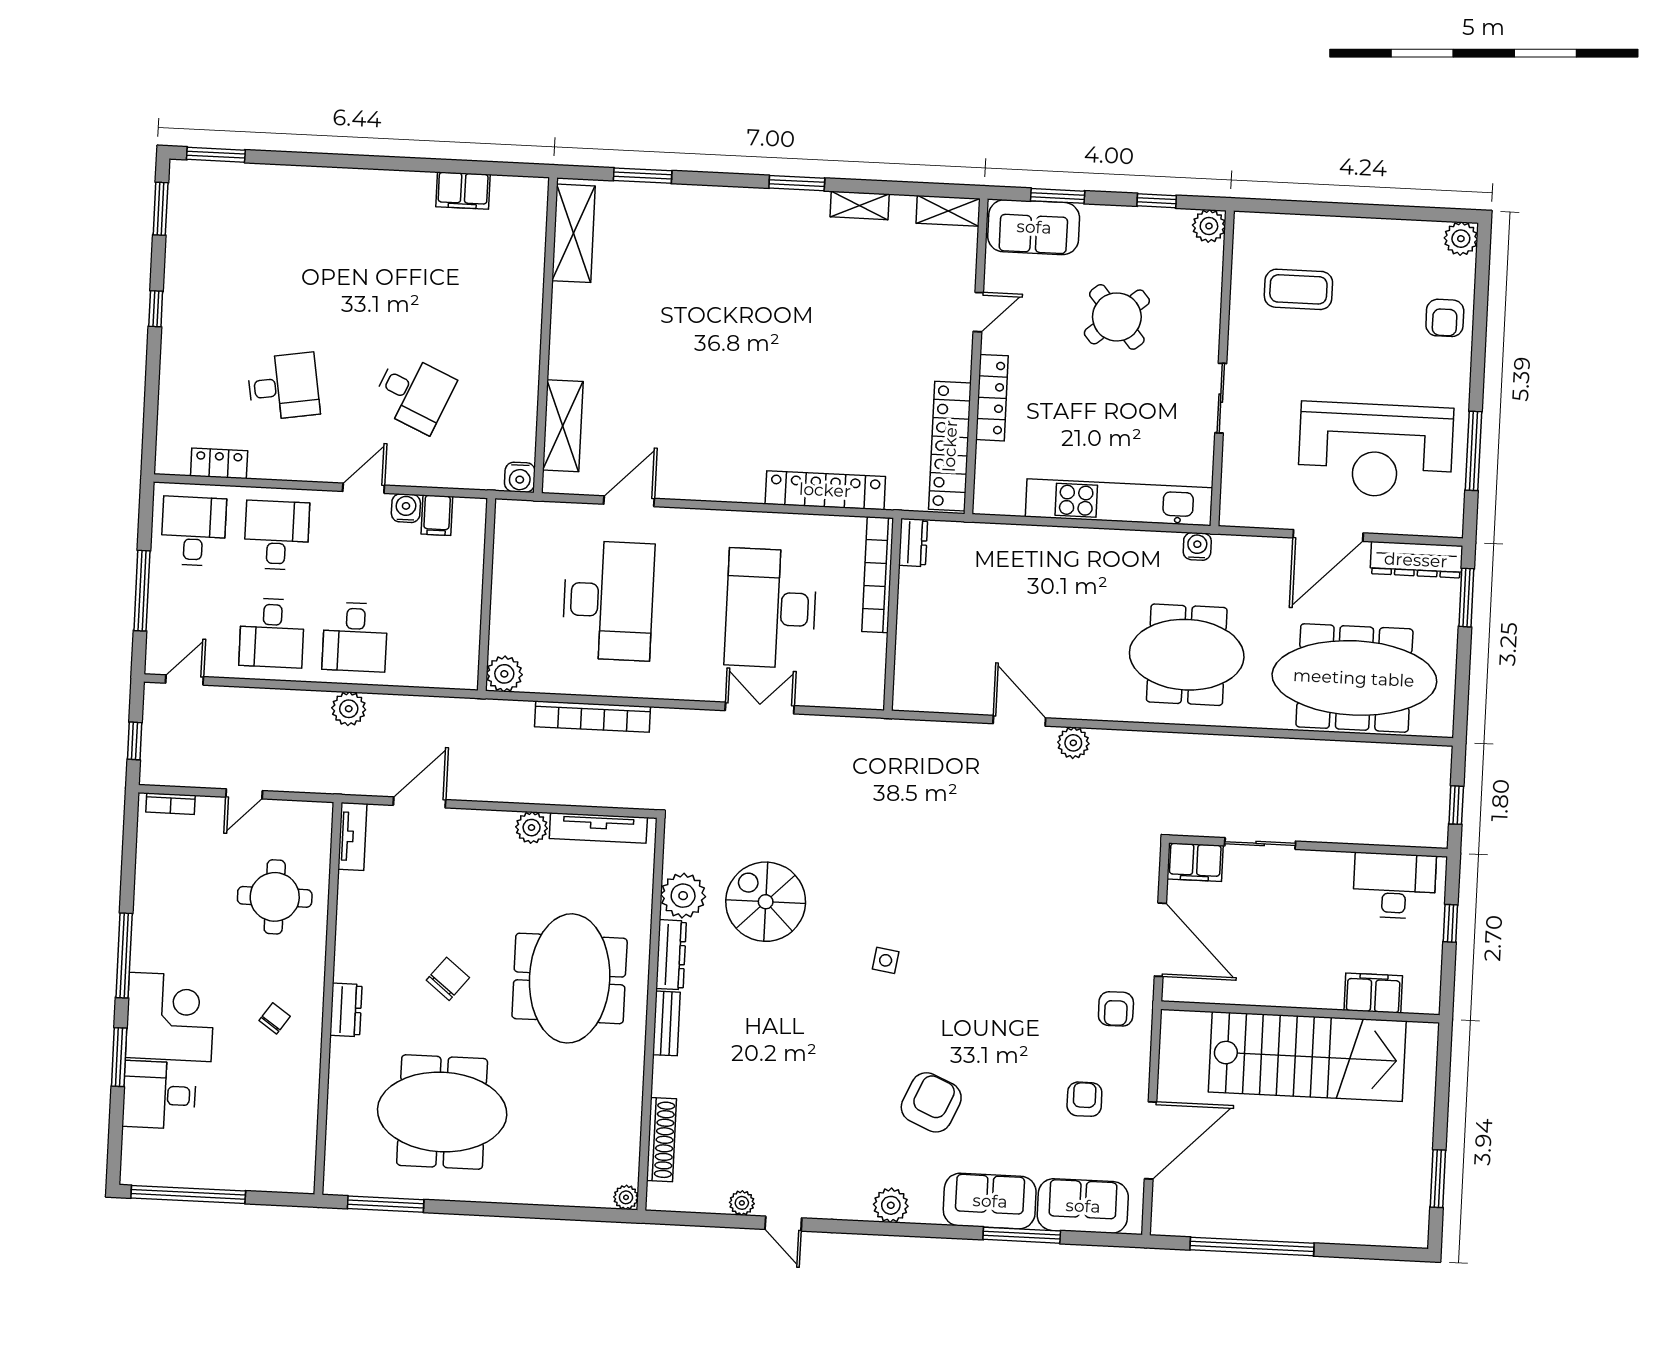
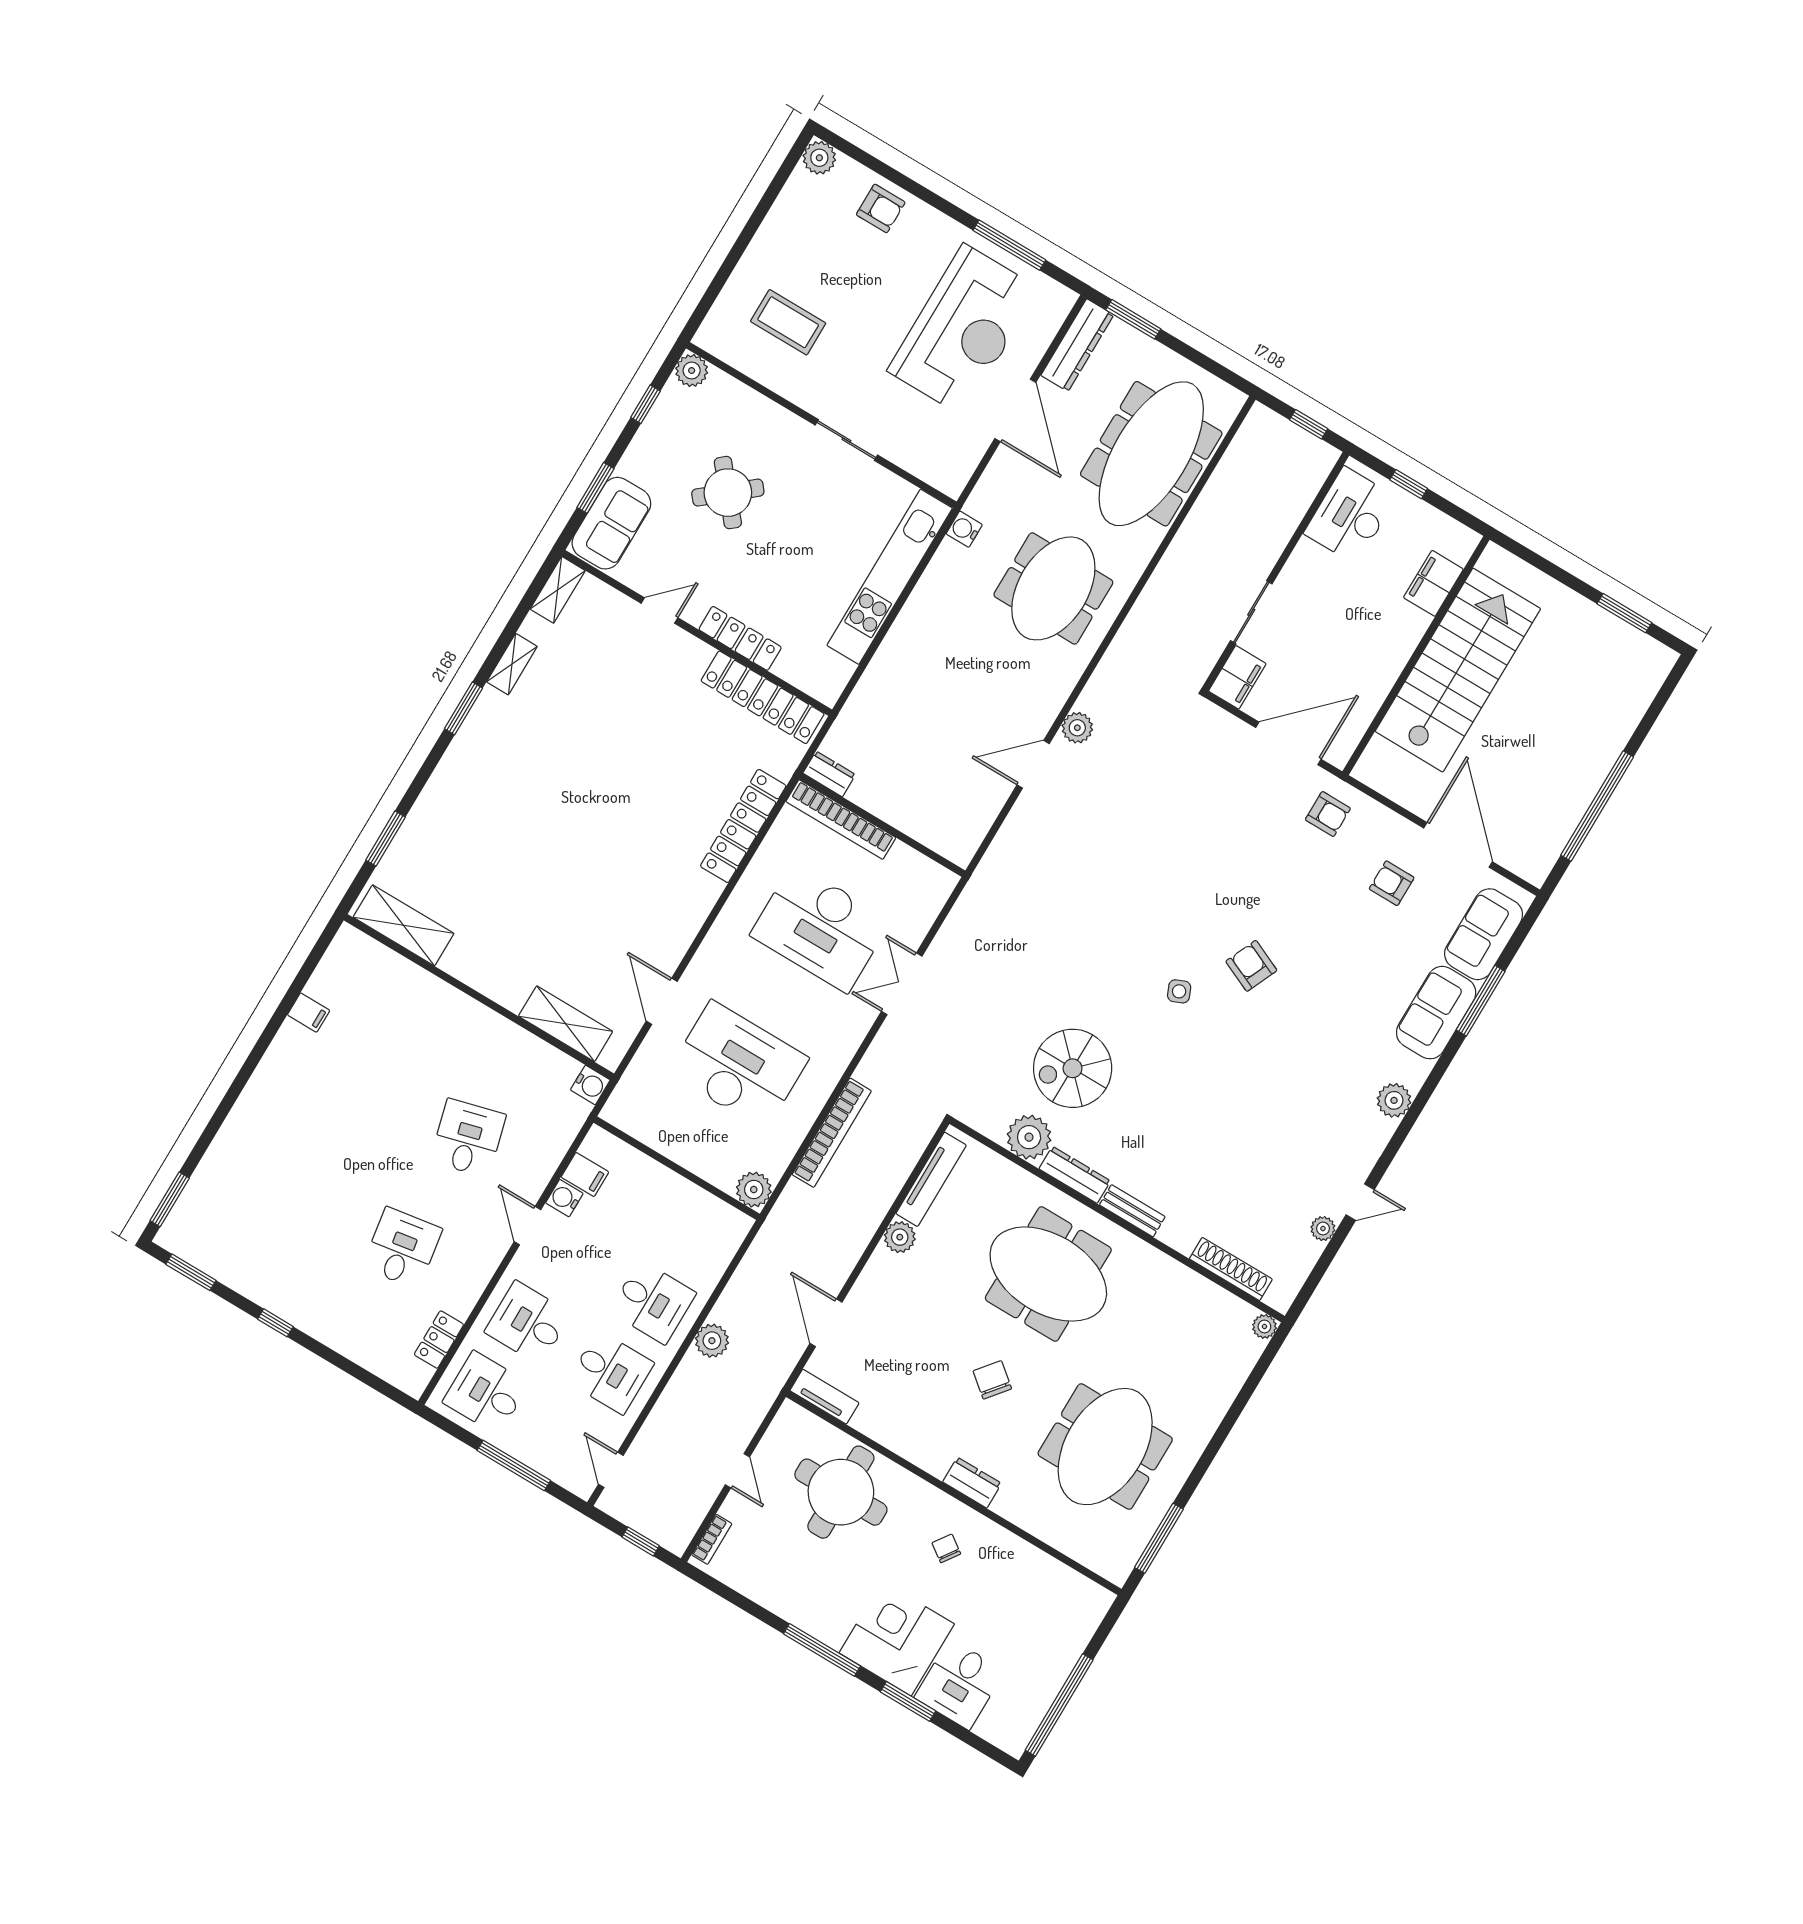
filing cabinet: (463, 191) -> (309, 1013), width x0.50
coffee table: (1298, 289) -> (788, 322), turned 90
door: (978, 312) -> (659, 611), hinge flipped
desk: (414, 393) -> (468, 1138), turned -39
round table: (275, 897) -> (841, 1492), width x1.36, depth x1.36
side table: (886, 960) -> (1179, 991), turned -32
armchair: (931, 1102) -> (1251, 966), moved, width x0.72, depth x0.72

